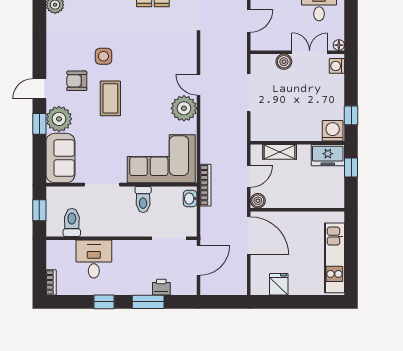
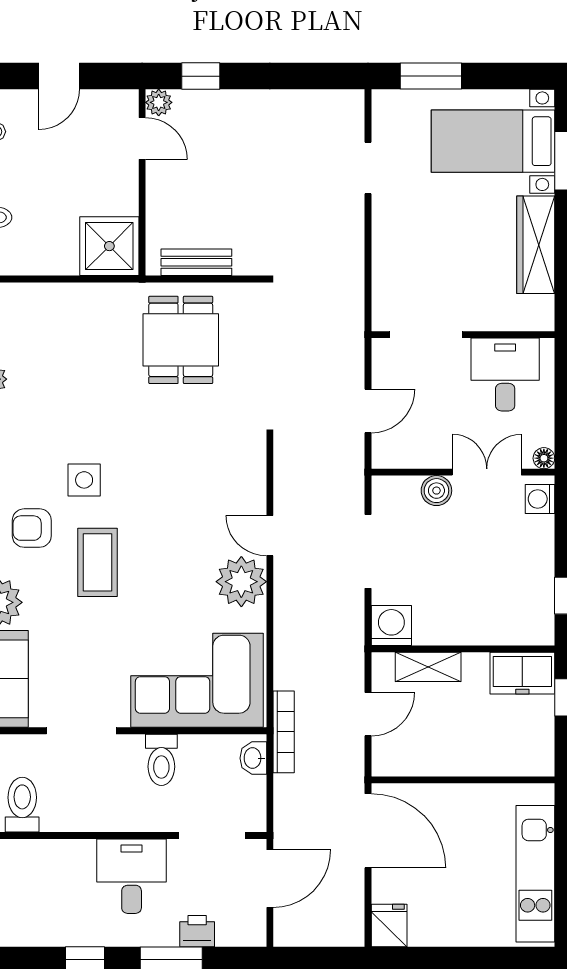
washing machine: (333, 131) -> (391, 626), moved
boiler: (258, 201) -> (386, 762), removed
desk: (94, 259) -> (132, 876), moved
fridge: (279, 284) -> (389, 926), moved

